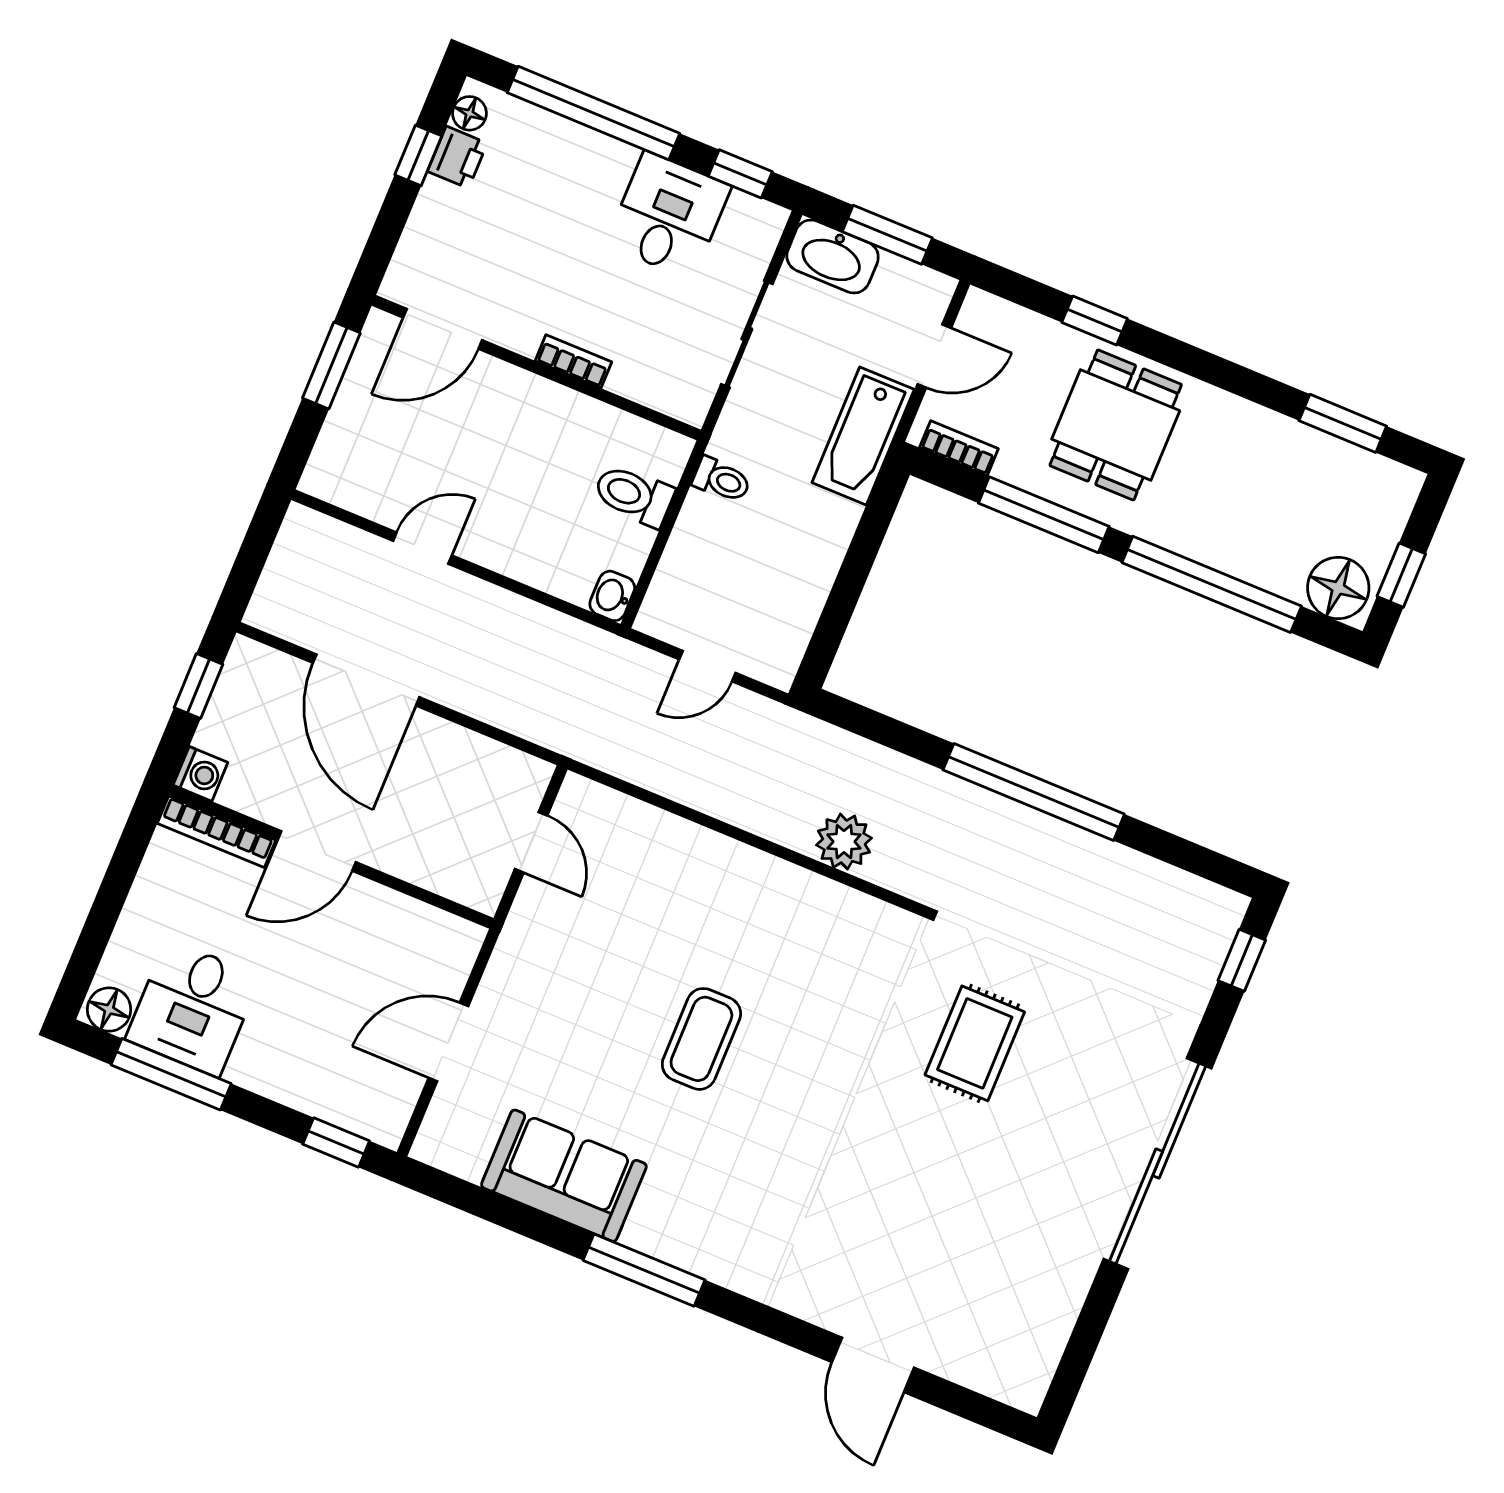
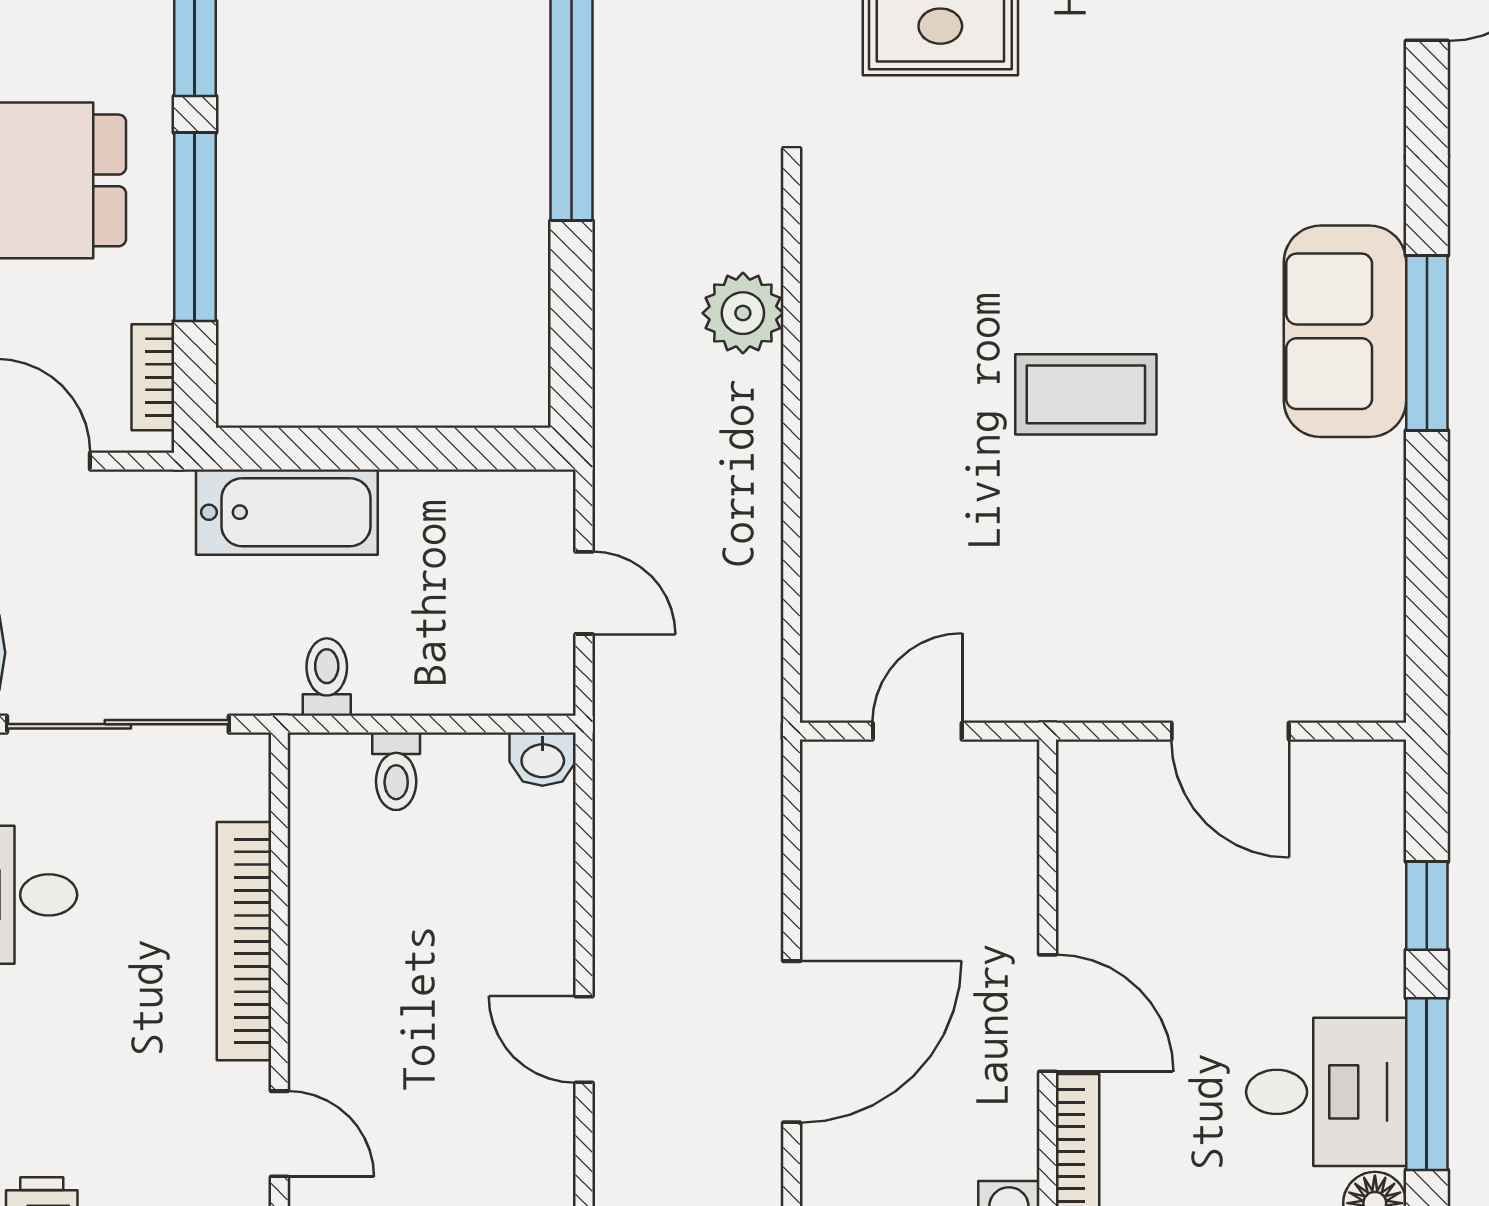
door: (443, 329) -> (279, 1134), width x0.73
sliding door: (747, 334) -> (118, 724), width x1.37
bookcase: (573, 361) -> (244, 941), width x2.31, depth x1.31
bathtub: (863, 436) -> (287, 512), moved
toilet: (634, 495) -> (396, 771), width x0.73, depth x0.72
window: (336, 1143) -> (1427, 906), moved
sofa: (564, 1176) -> (1345, 331), moved

